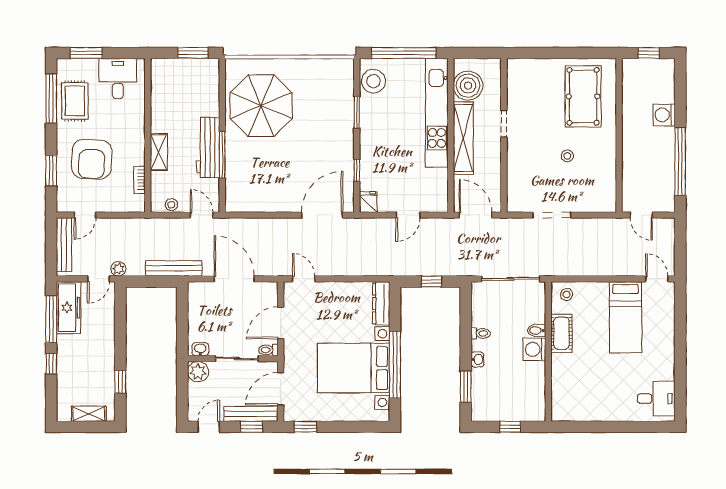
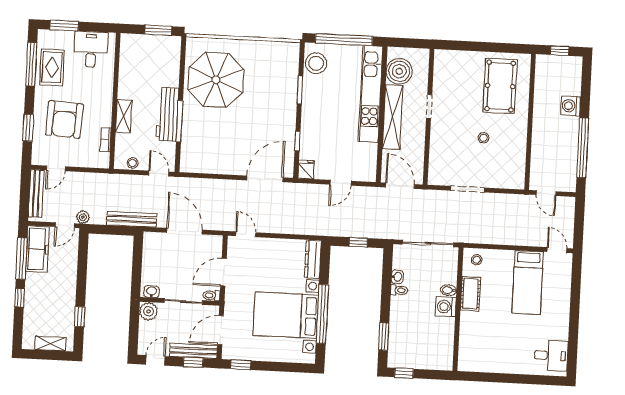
washbasin: (477, 359) -> (397, 277), moved
window: (510, 427) -> (404, 373), moved

